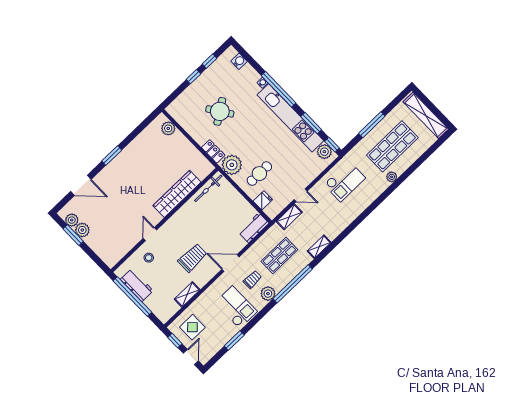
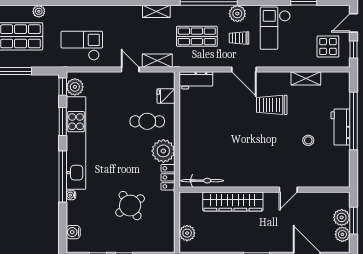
bicycle: (208, 188) -> (202, 181), moved
wardrobe: (177, 194) -> (233, 201), moved
wall: (164, 220) -> (265, 190), moved
door: (150, 234) -> (288, 190), moved

